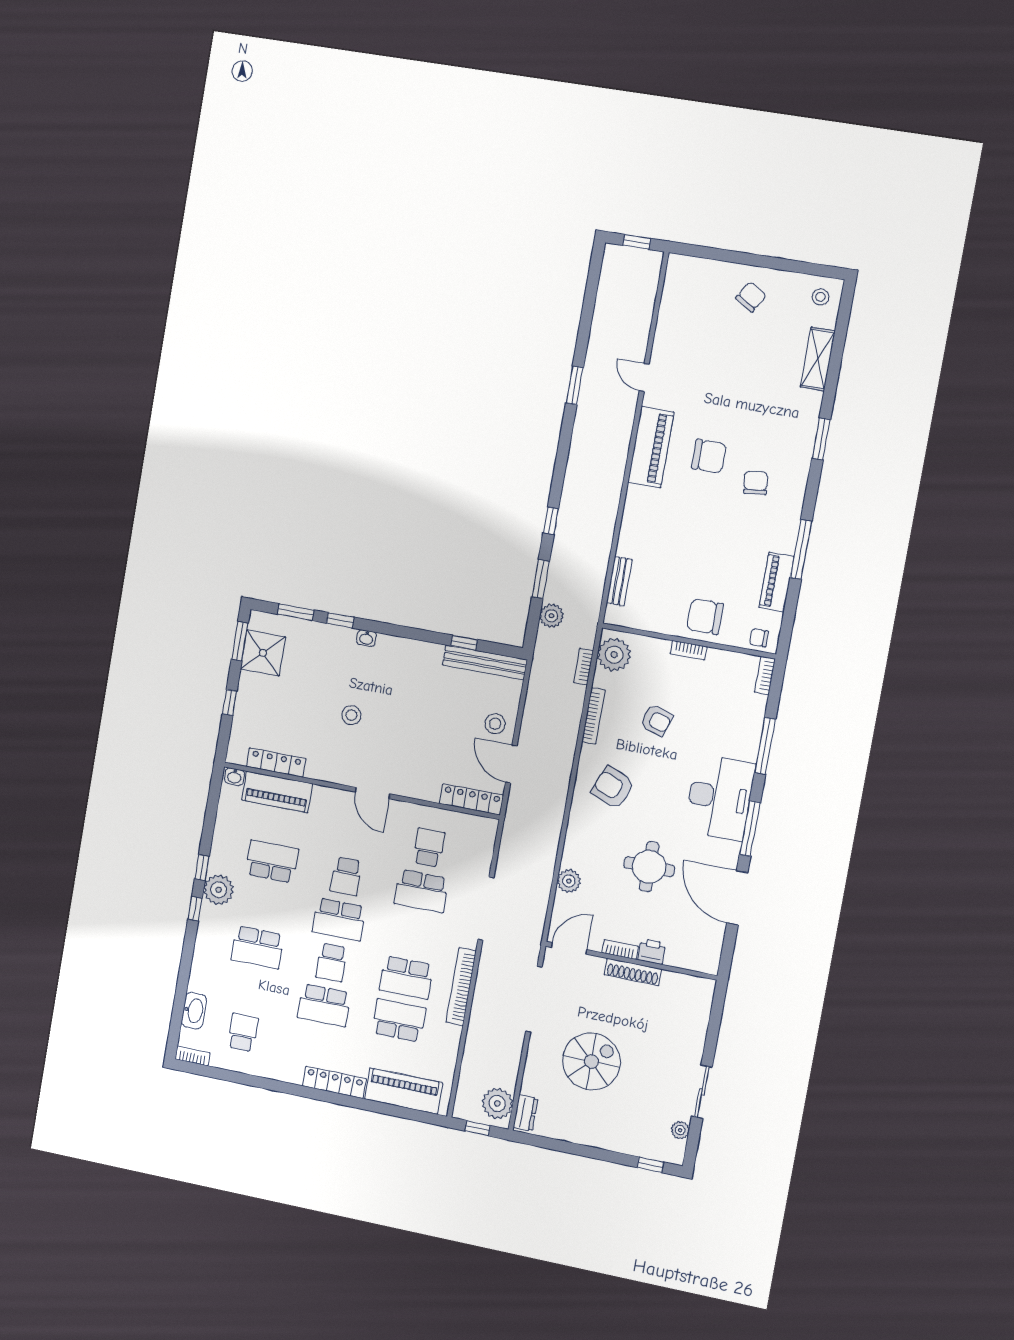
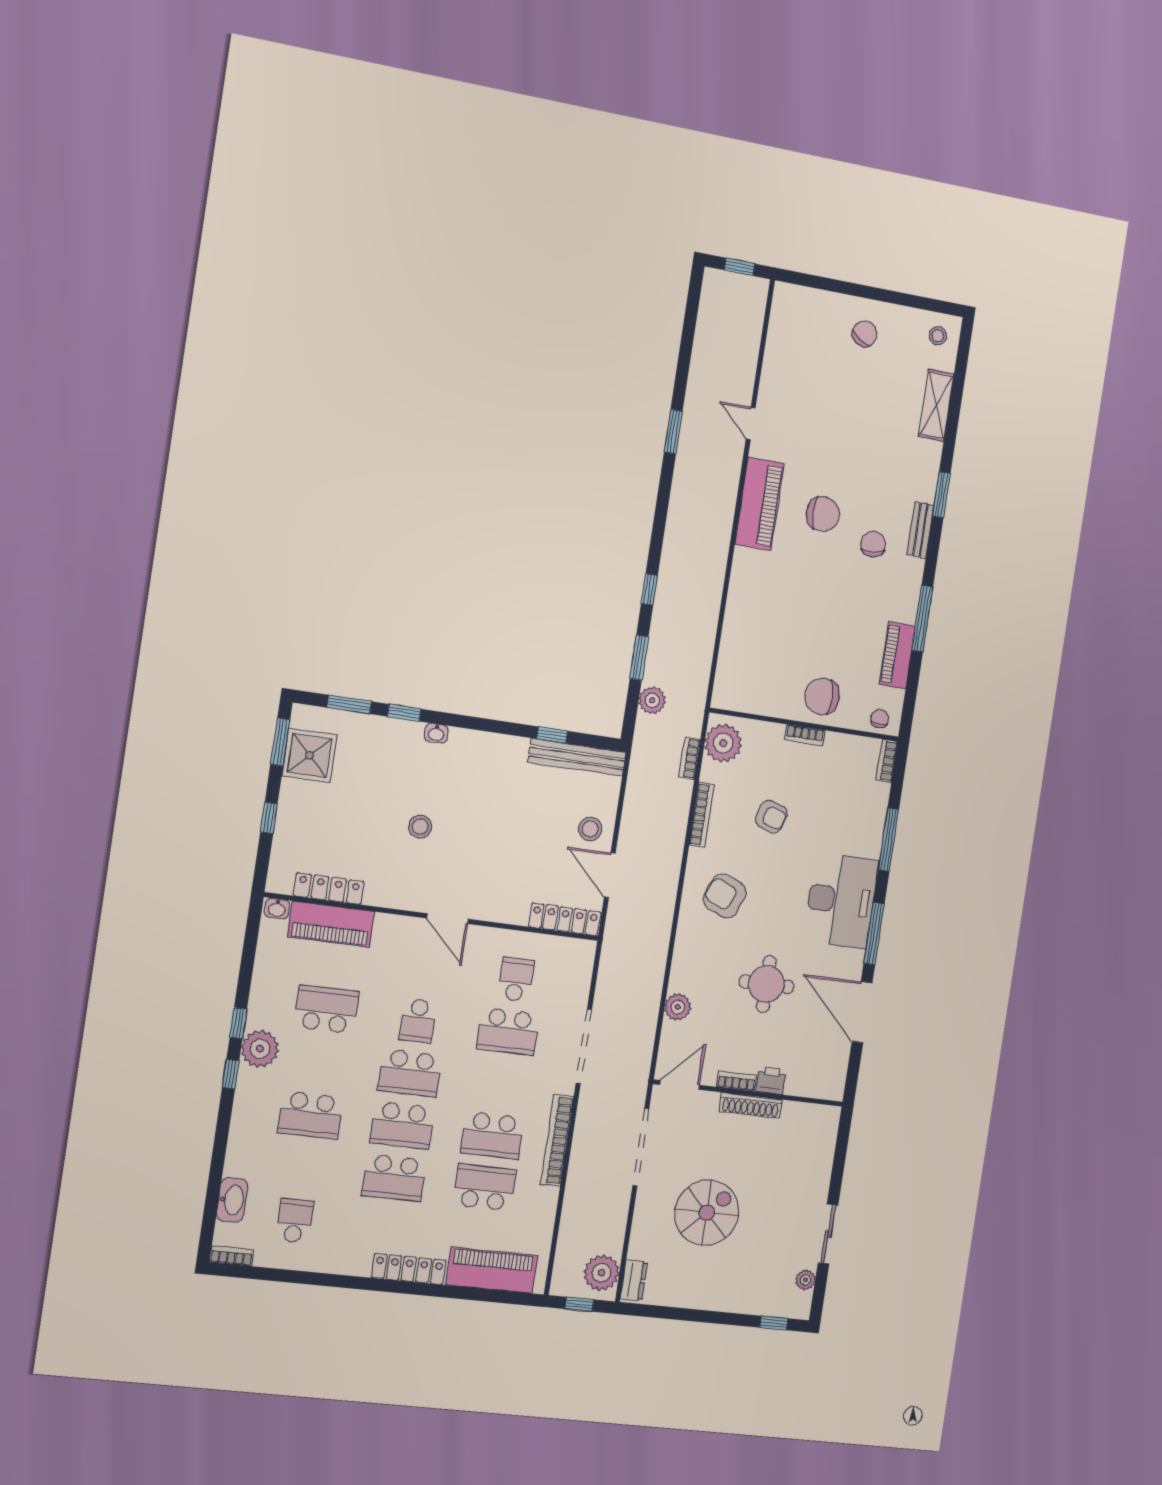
bench: (619, 581) -> (920, 530), moved
chair: (759, 638) -> (880, 719), turned 90
school desk: (331, 962) -> (402, 1125), width x1.85

